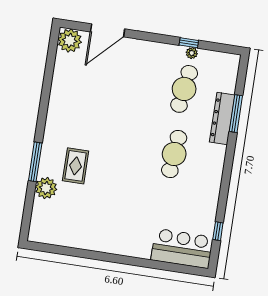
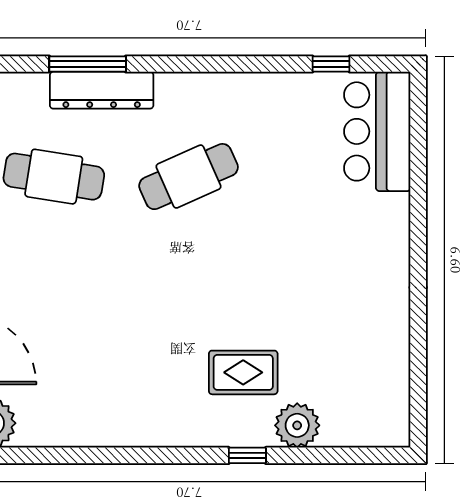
cafe table: (174, 154) -> (189, 177), turned -30
window: (35, 162) -> (247, 455), width x0.46

